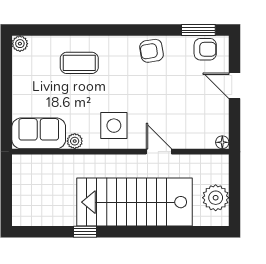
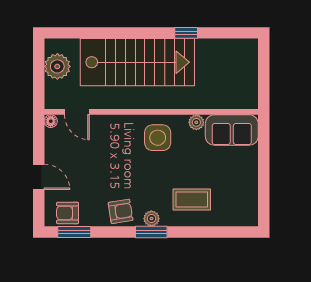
window: (120, 30) -> (151, 232), added
plant: (20, 44) -> (151, 219), moved
door: (159, 152) -> (77, 112), moved

